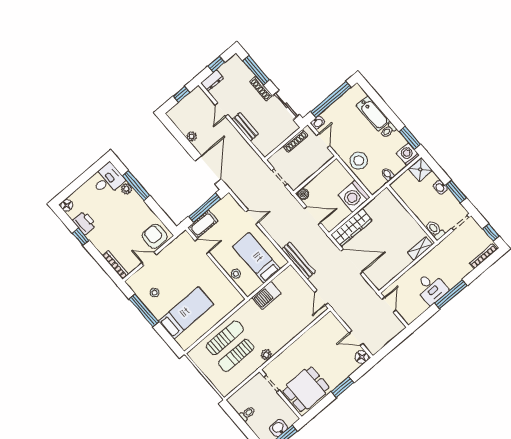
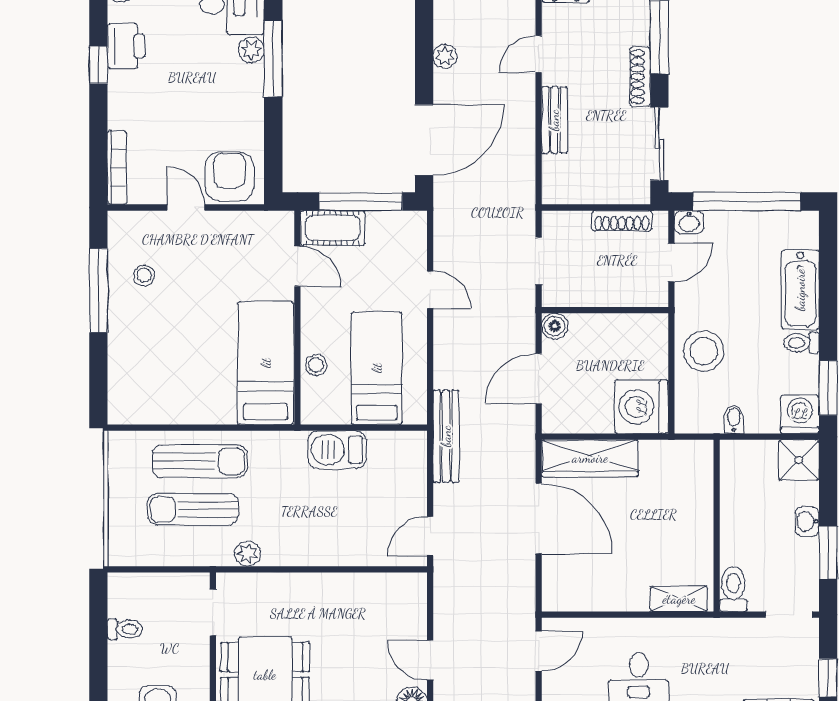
door: (312, 216) -> (539, 379), swing flipped
bed: (186, 313) -> (266, 363), moved, turned -90

